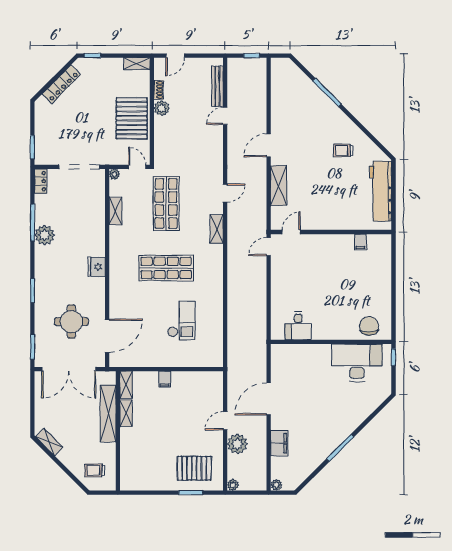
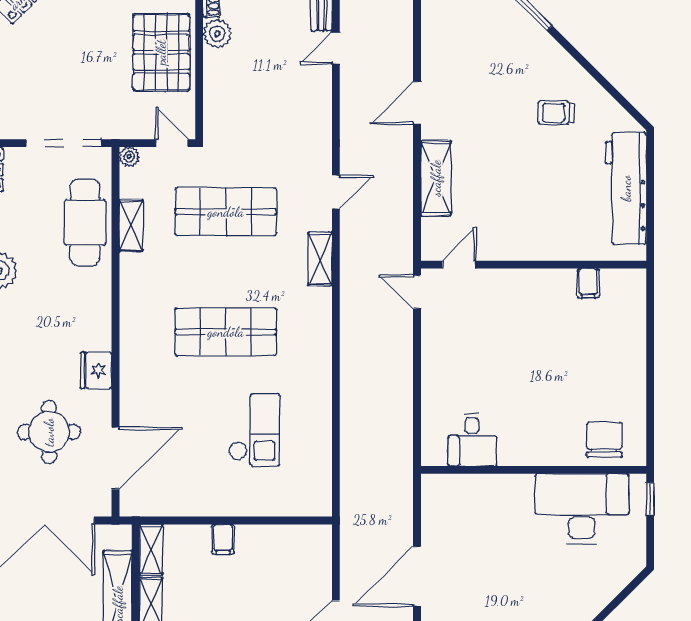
shop shelf: (166, 204) -> (226, 212), turned 90
cafe table: (91, 209) -> (85, 223), added
door: (269, 247) -> (417, 292), hinge flipped
fridge: (97, 267) -> (96, 370), moved

